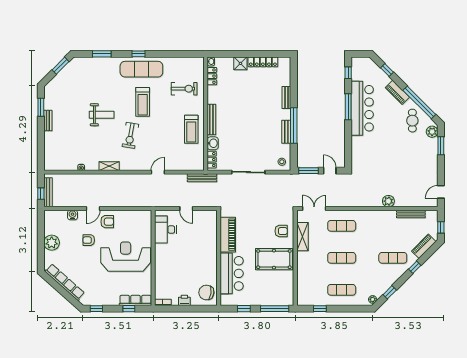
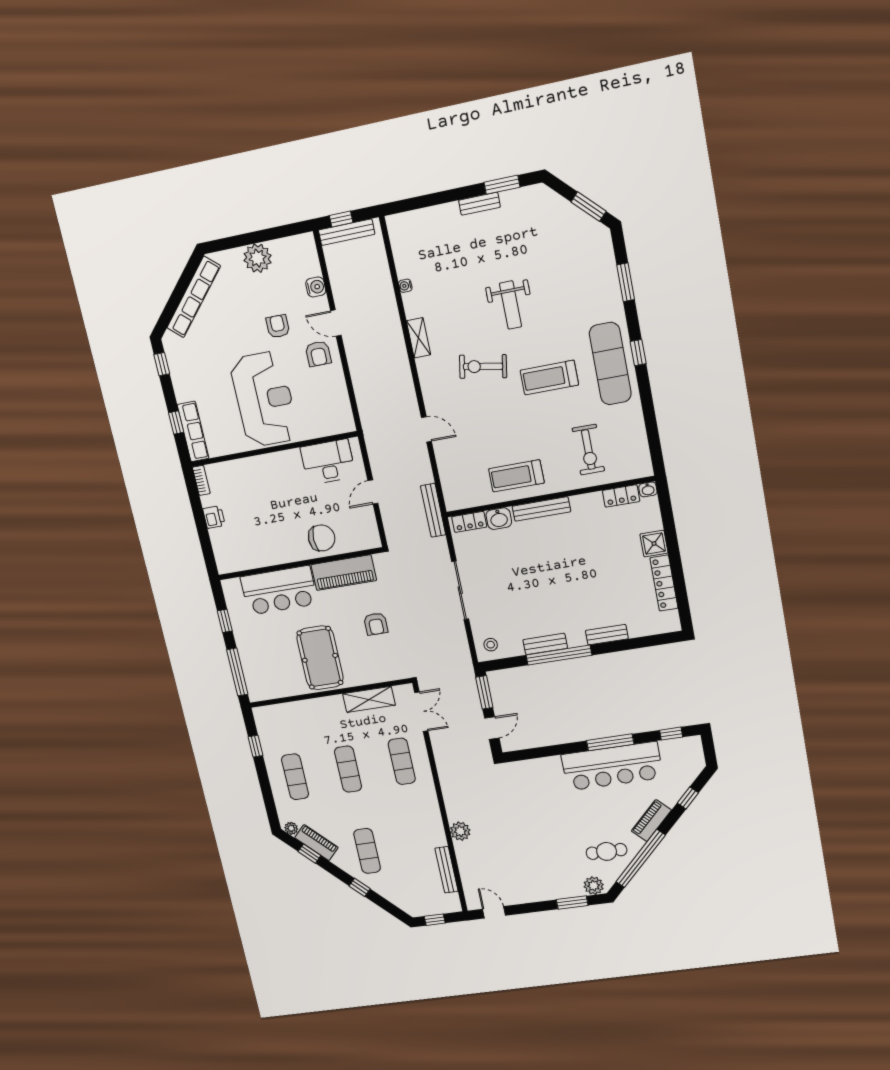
armchair: (281, 231) -> (376, 624), moved
piano: (424, 246) -> (316, 843), moved
chair: (206, 292) -> (322, 538), moved, turned 82

